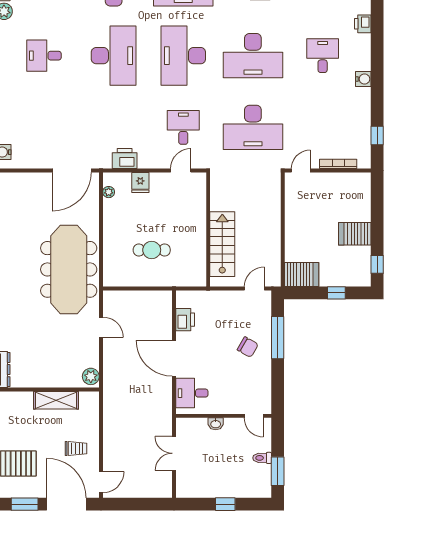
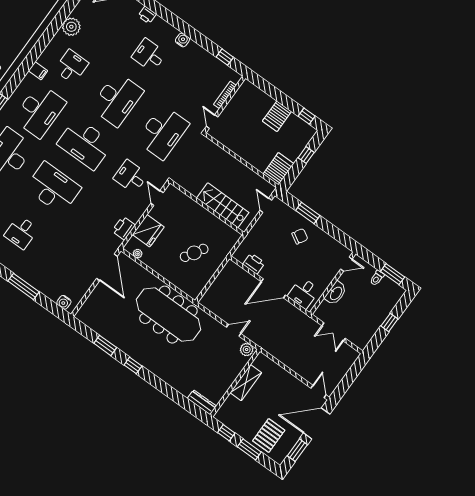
fridge: (140, 183) -> (148, 231), width x1.88, depth x1.34
cafe table: (152, 250) -> (194, 253), turned 31
door: (101, 327) -> (234, 330), moved
window: (278, 338) -> (308, 213), width x0.69
washbasin: (216, 424) -> (336, 293), width x1.91, depth x1.45
trolley: (76, 449) -> (286, 392), removed

